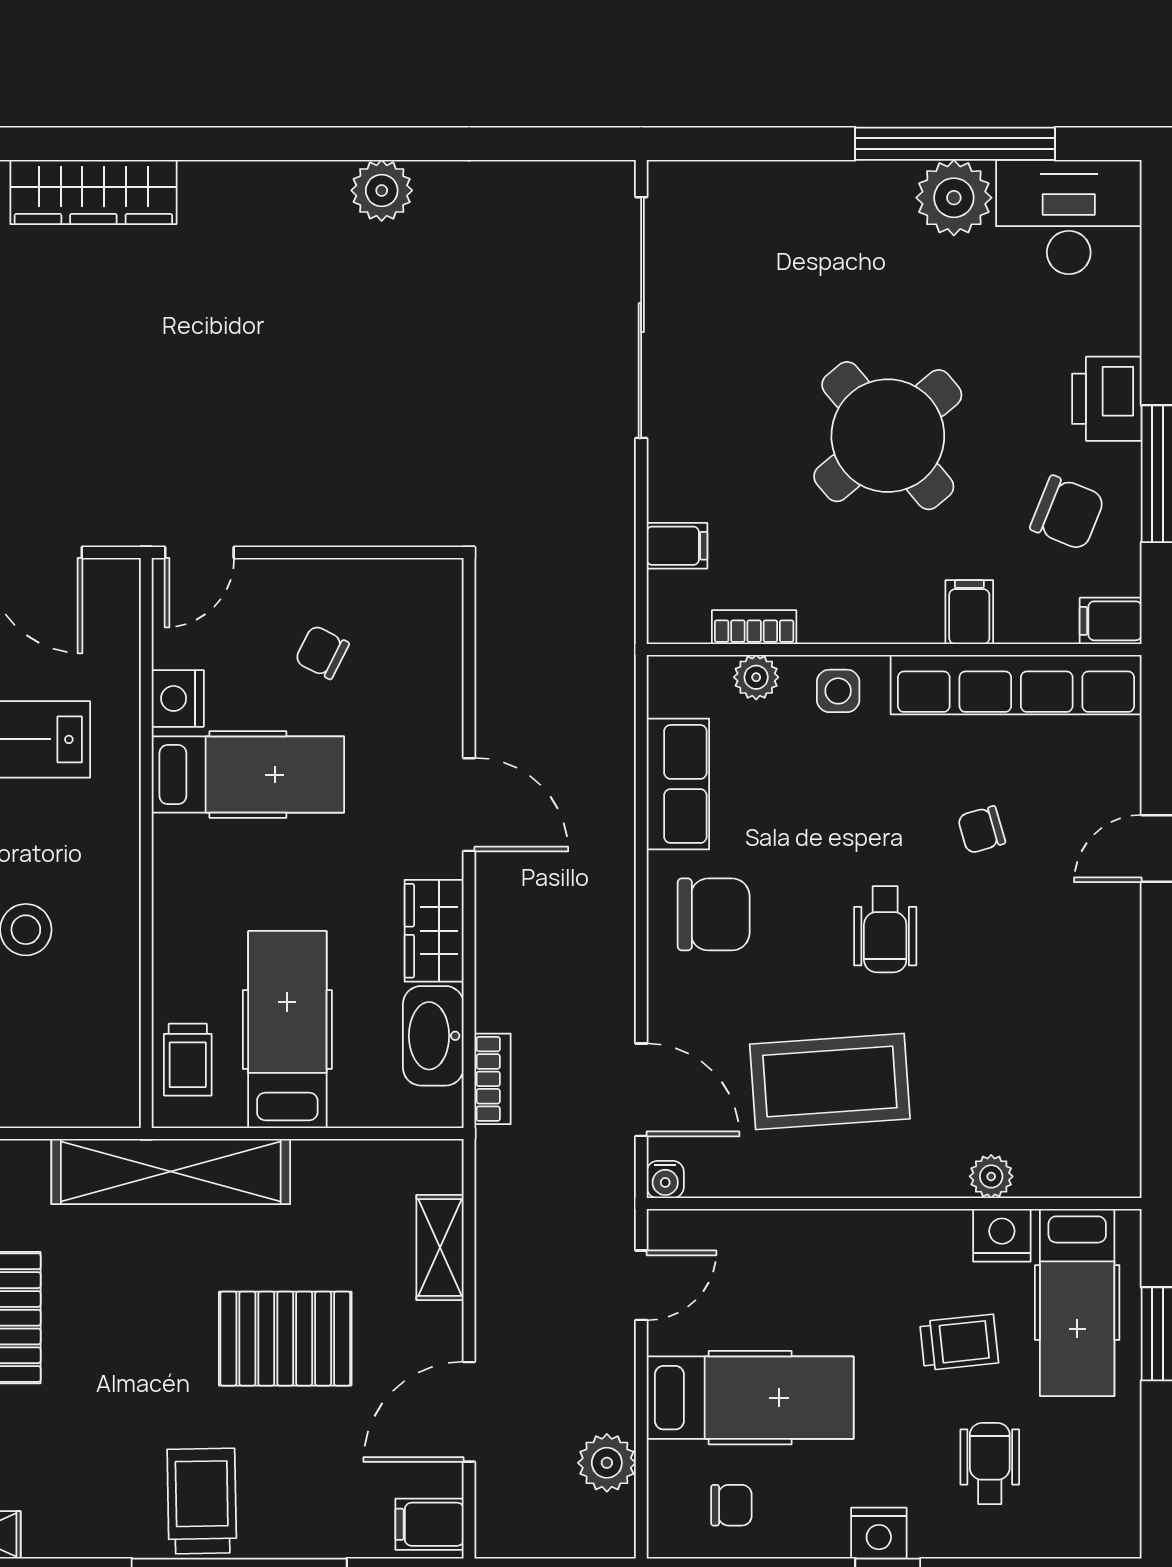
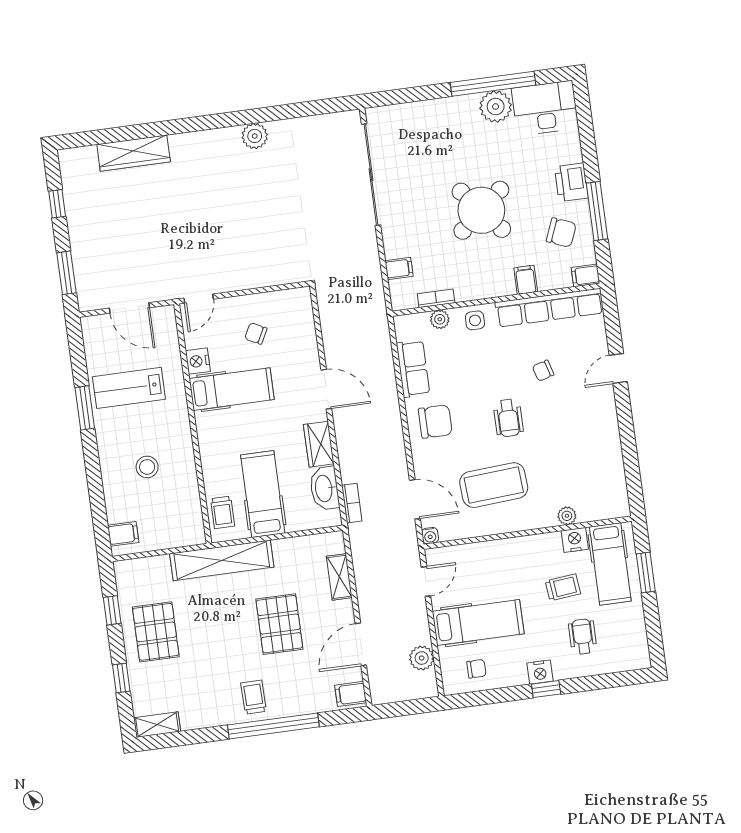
pallet: (285, 1339) -> (279, 624), turned 90
trolley: (202, 1501) -> (254, 697), width x0.73, depth x0.72

